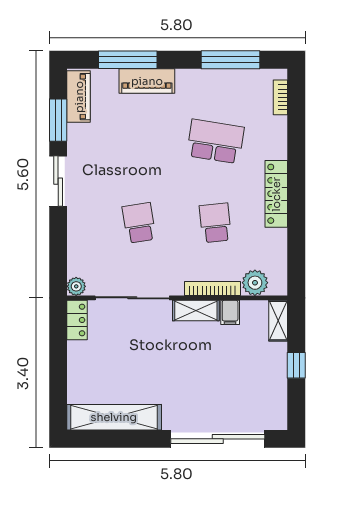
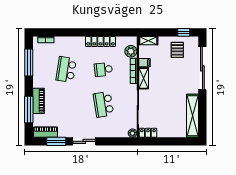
locker: (276, 194) -> (101, 42), moved
school desk: (139, 223) -> (103, 104), width x1.85
window: (296, 365) -> (184, 32), moved
pallet: (258, 384) -> (177, 50), added

